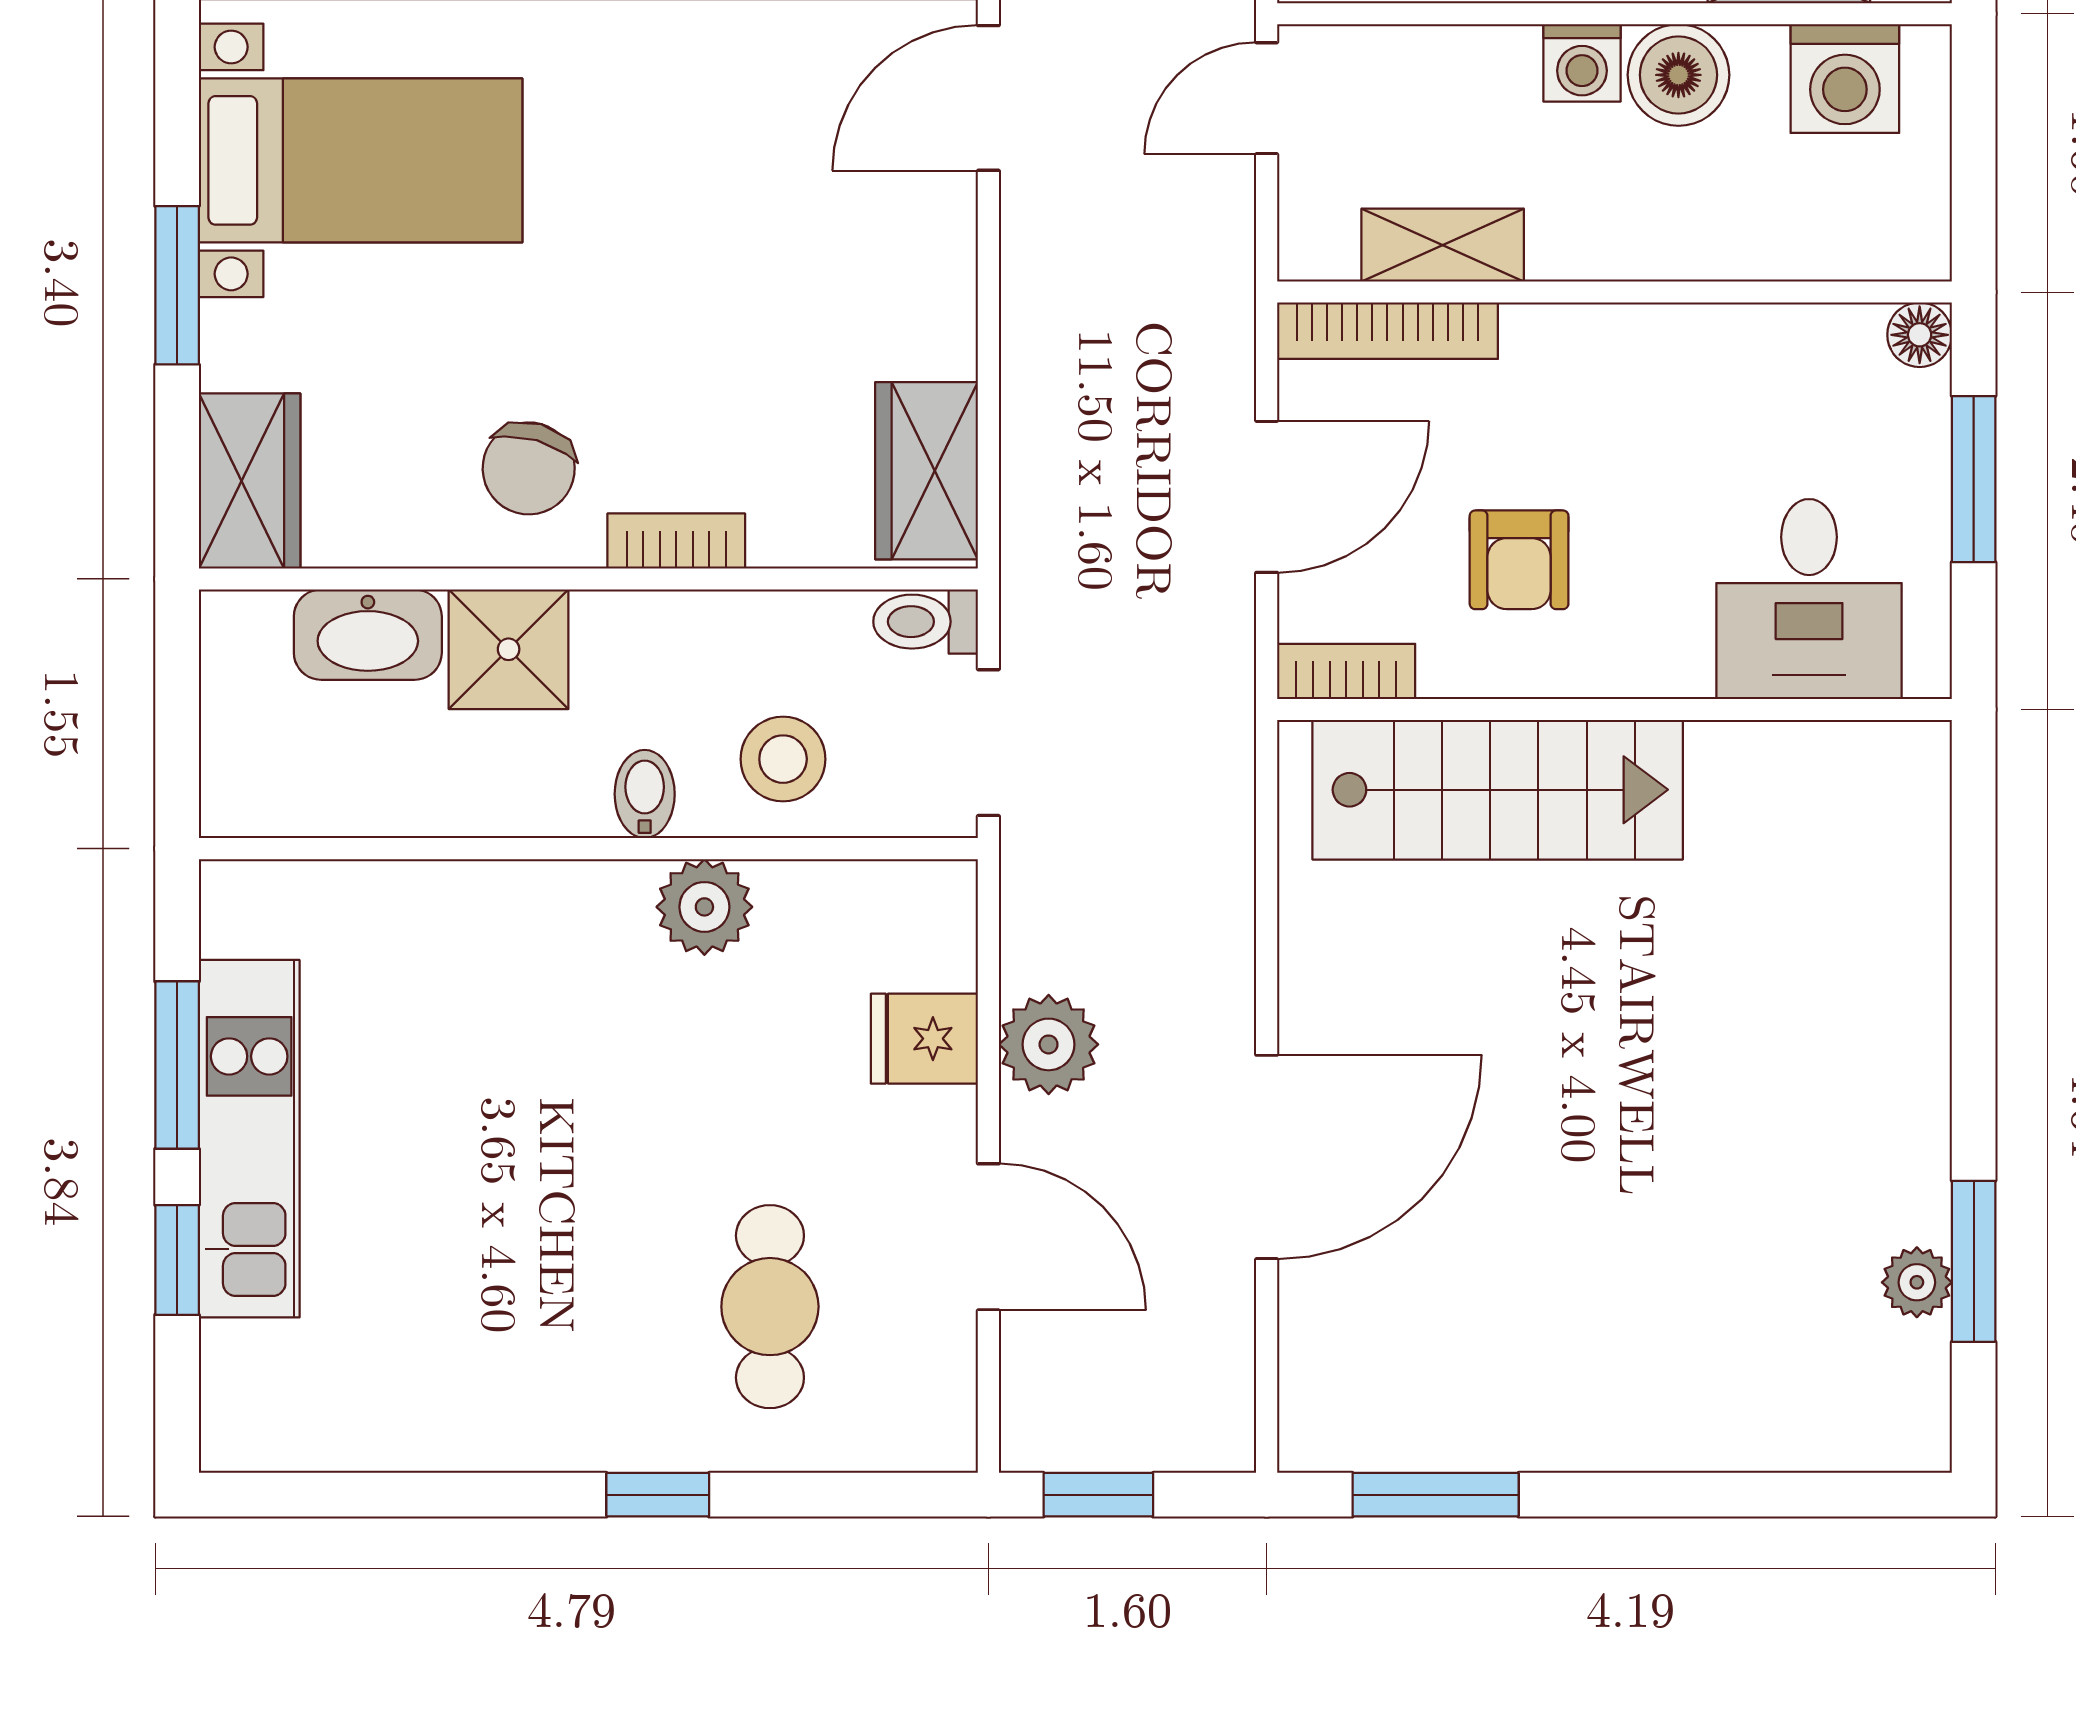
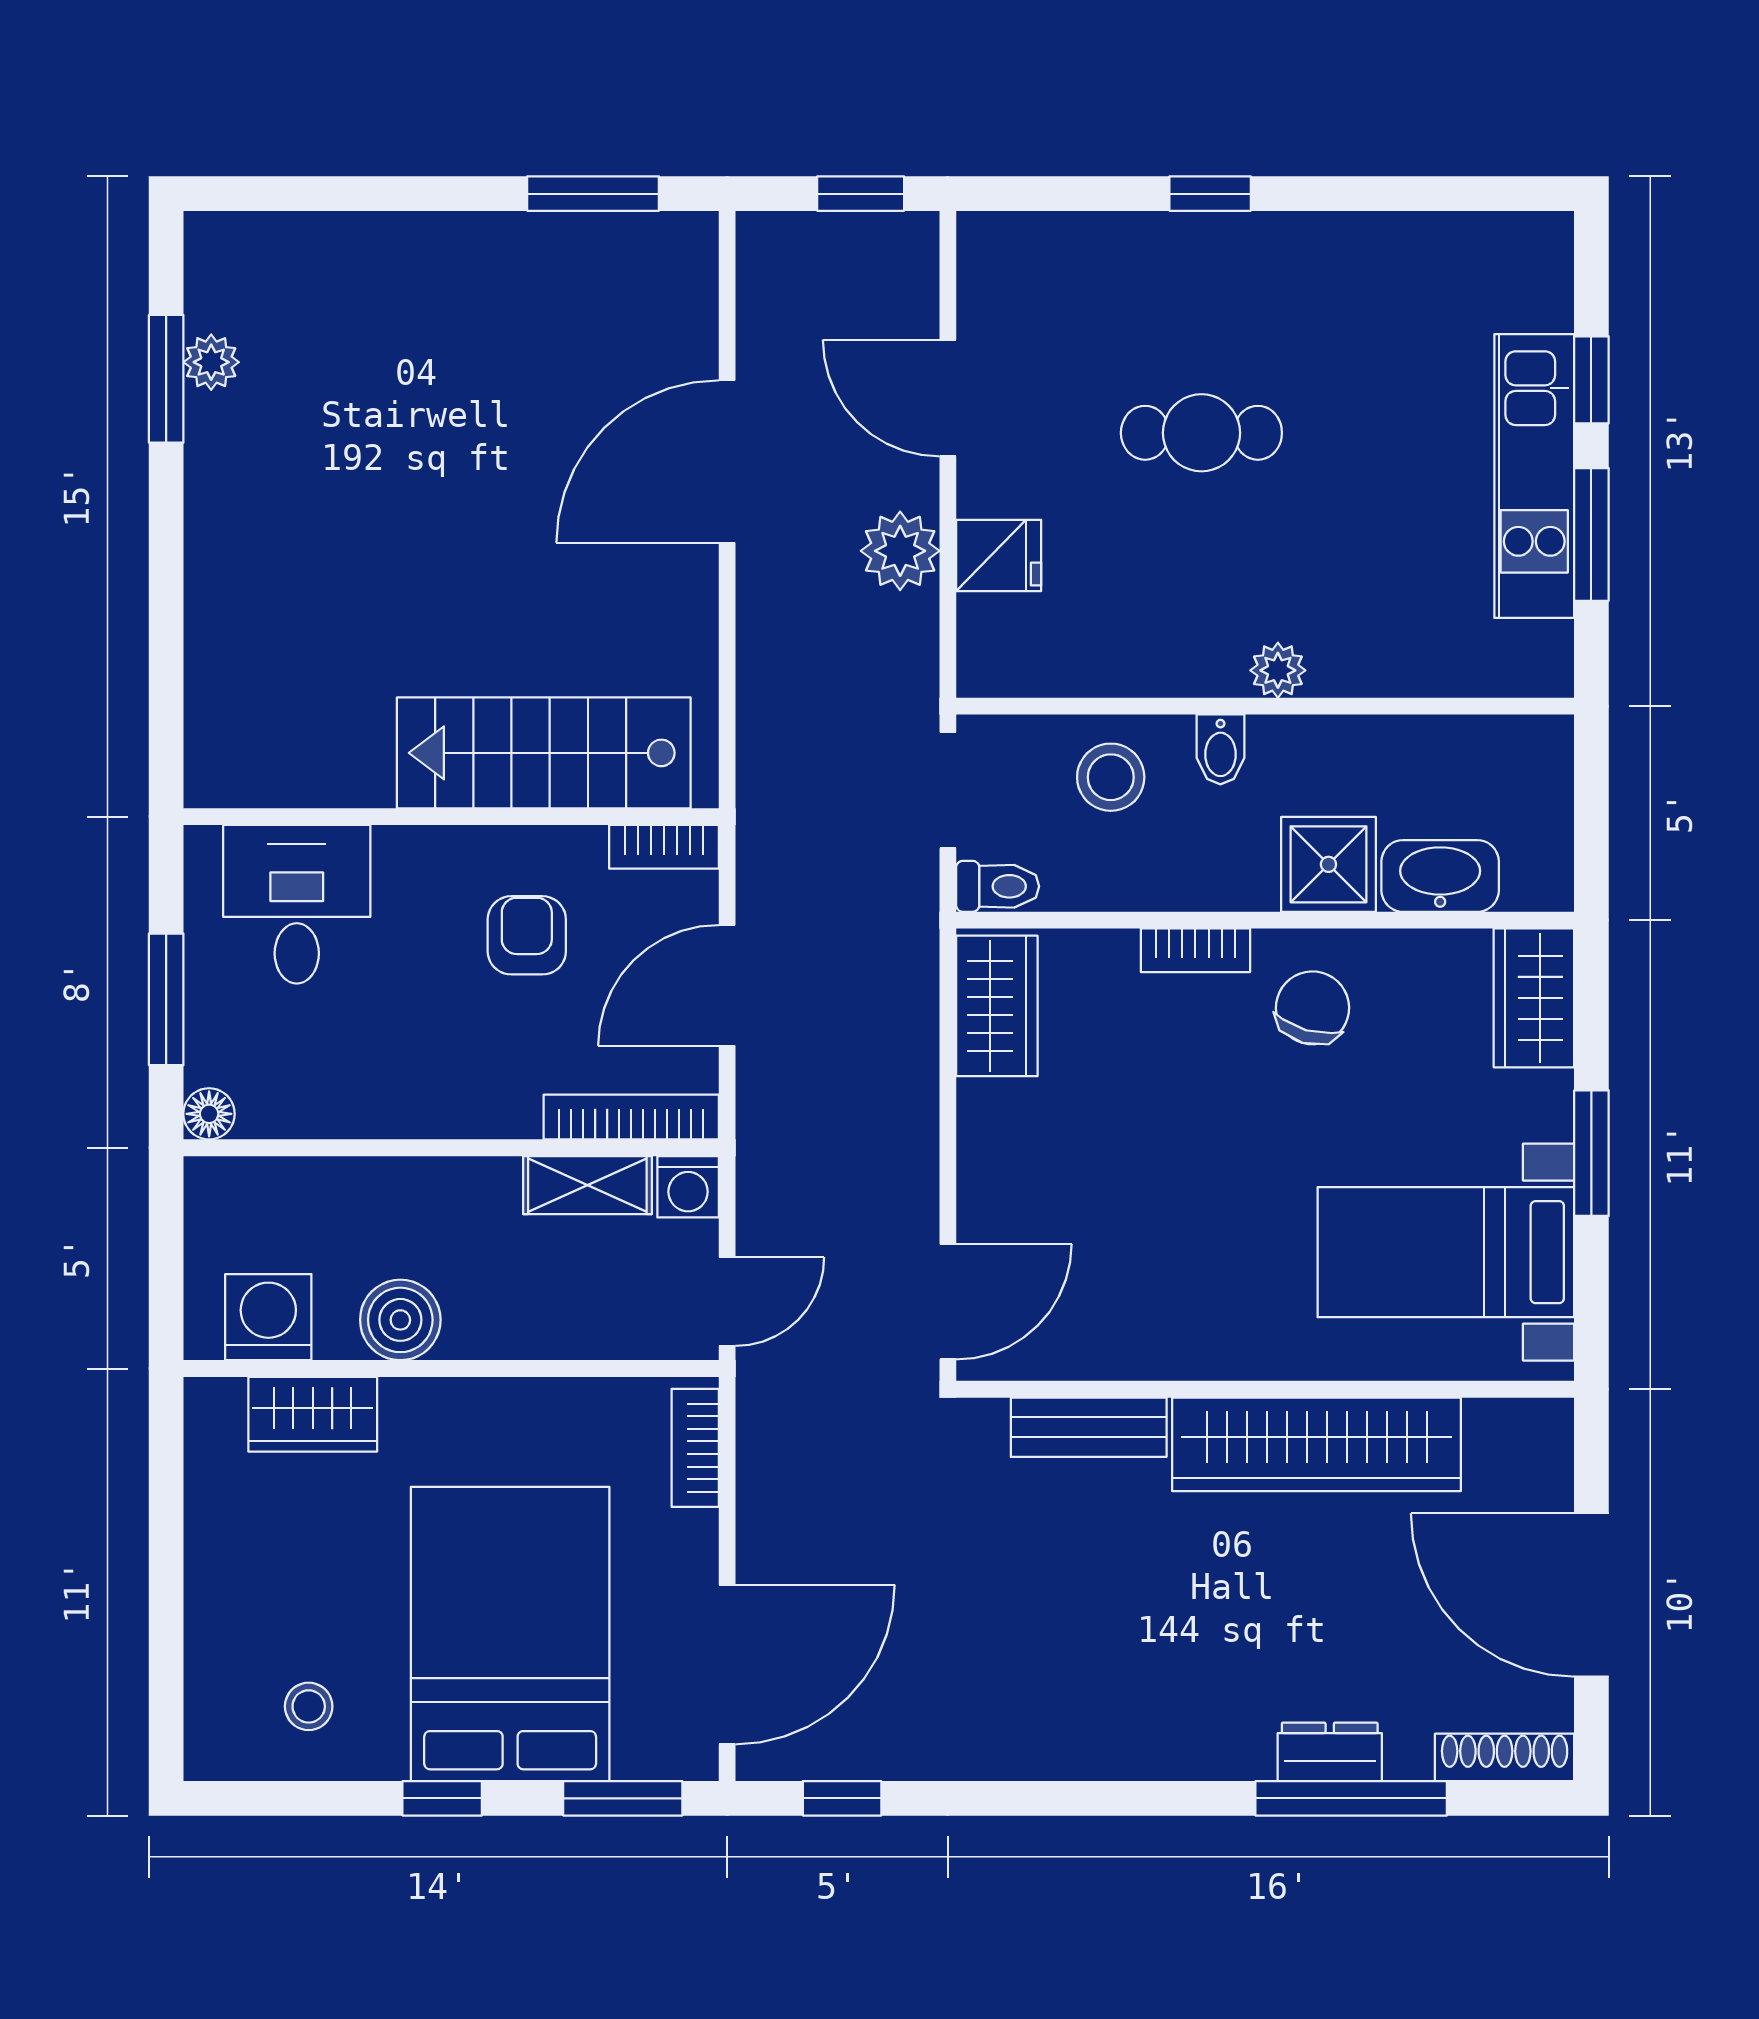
washing machine: (1582, 63) -> (688, 1187), moved, turned 180
plant: (704, 907) -> (1278, 670), moved, width x0.73, depth x0.73
cafe table: (770, 1307) -> (1201, 433), moved, turned 90

